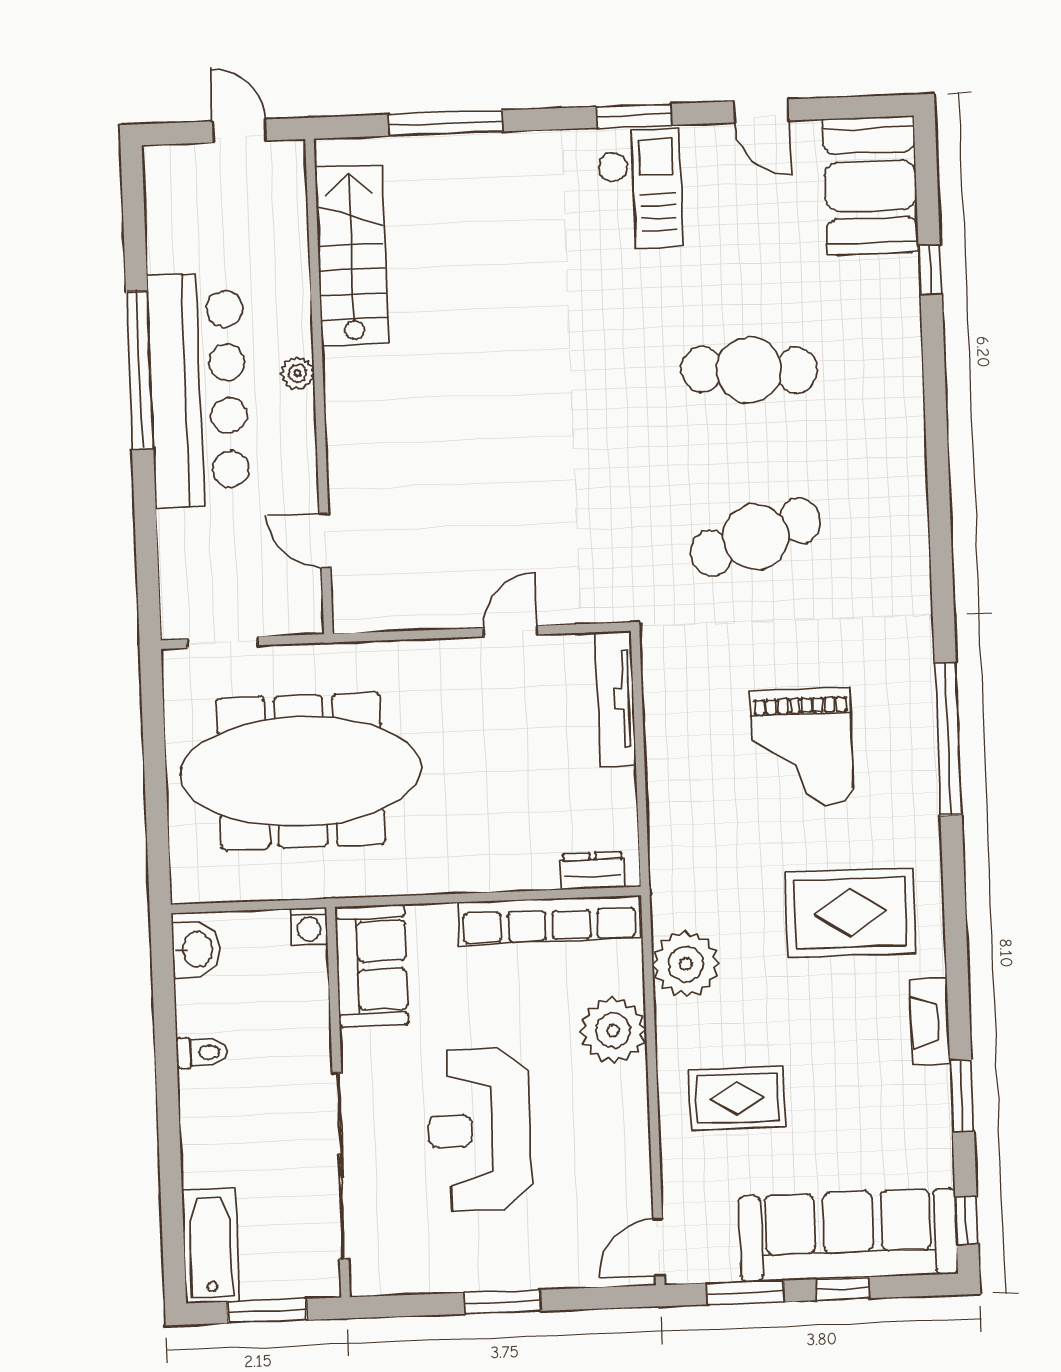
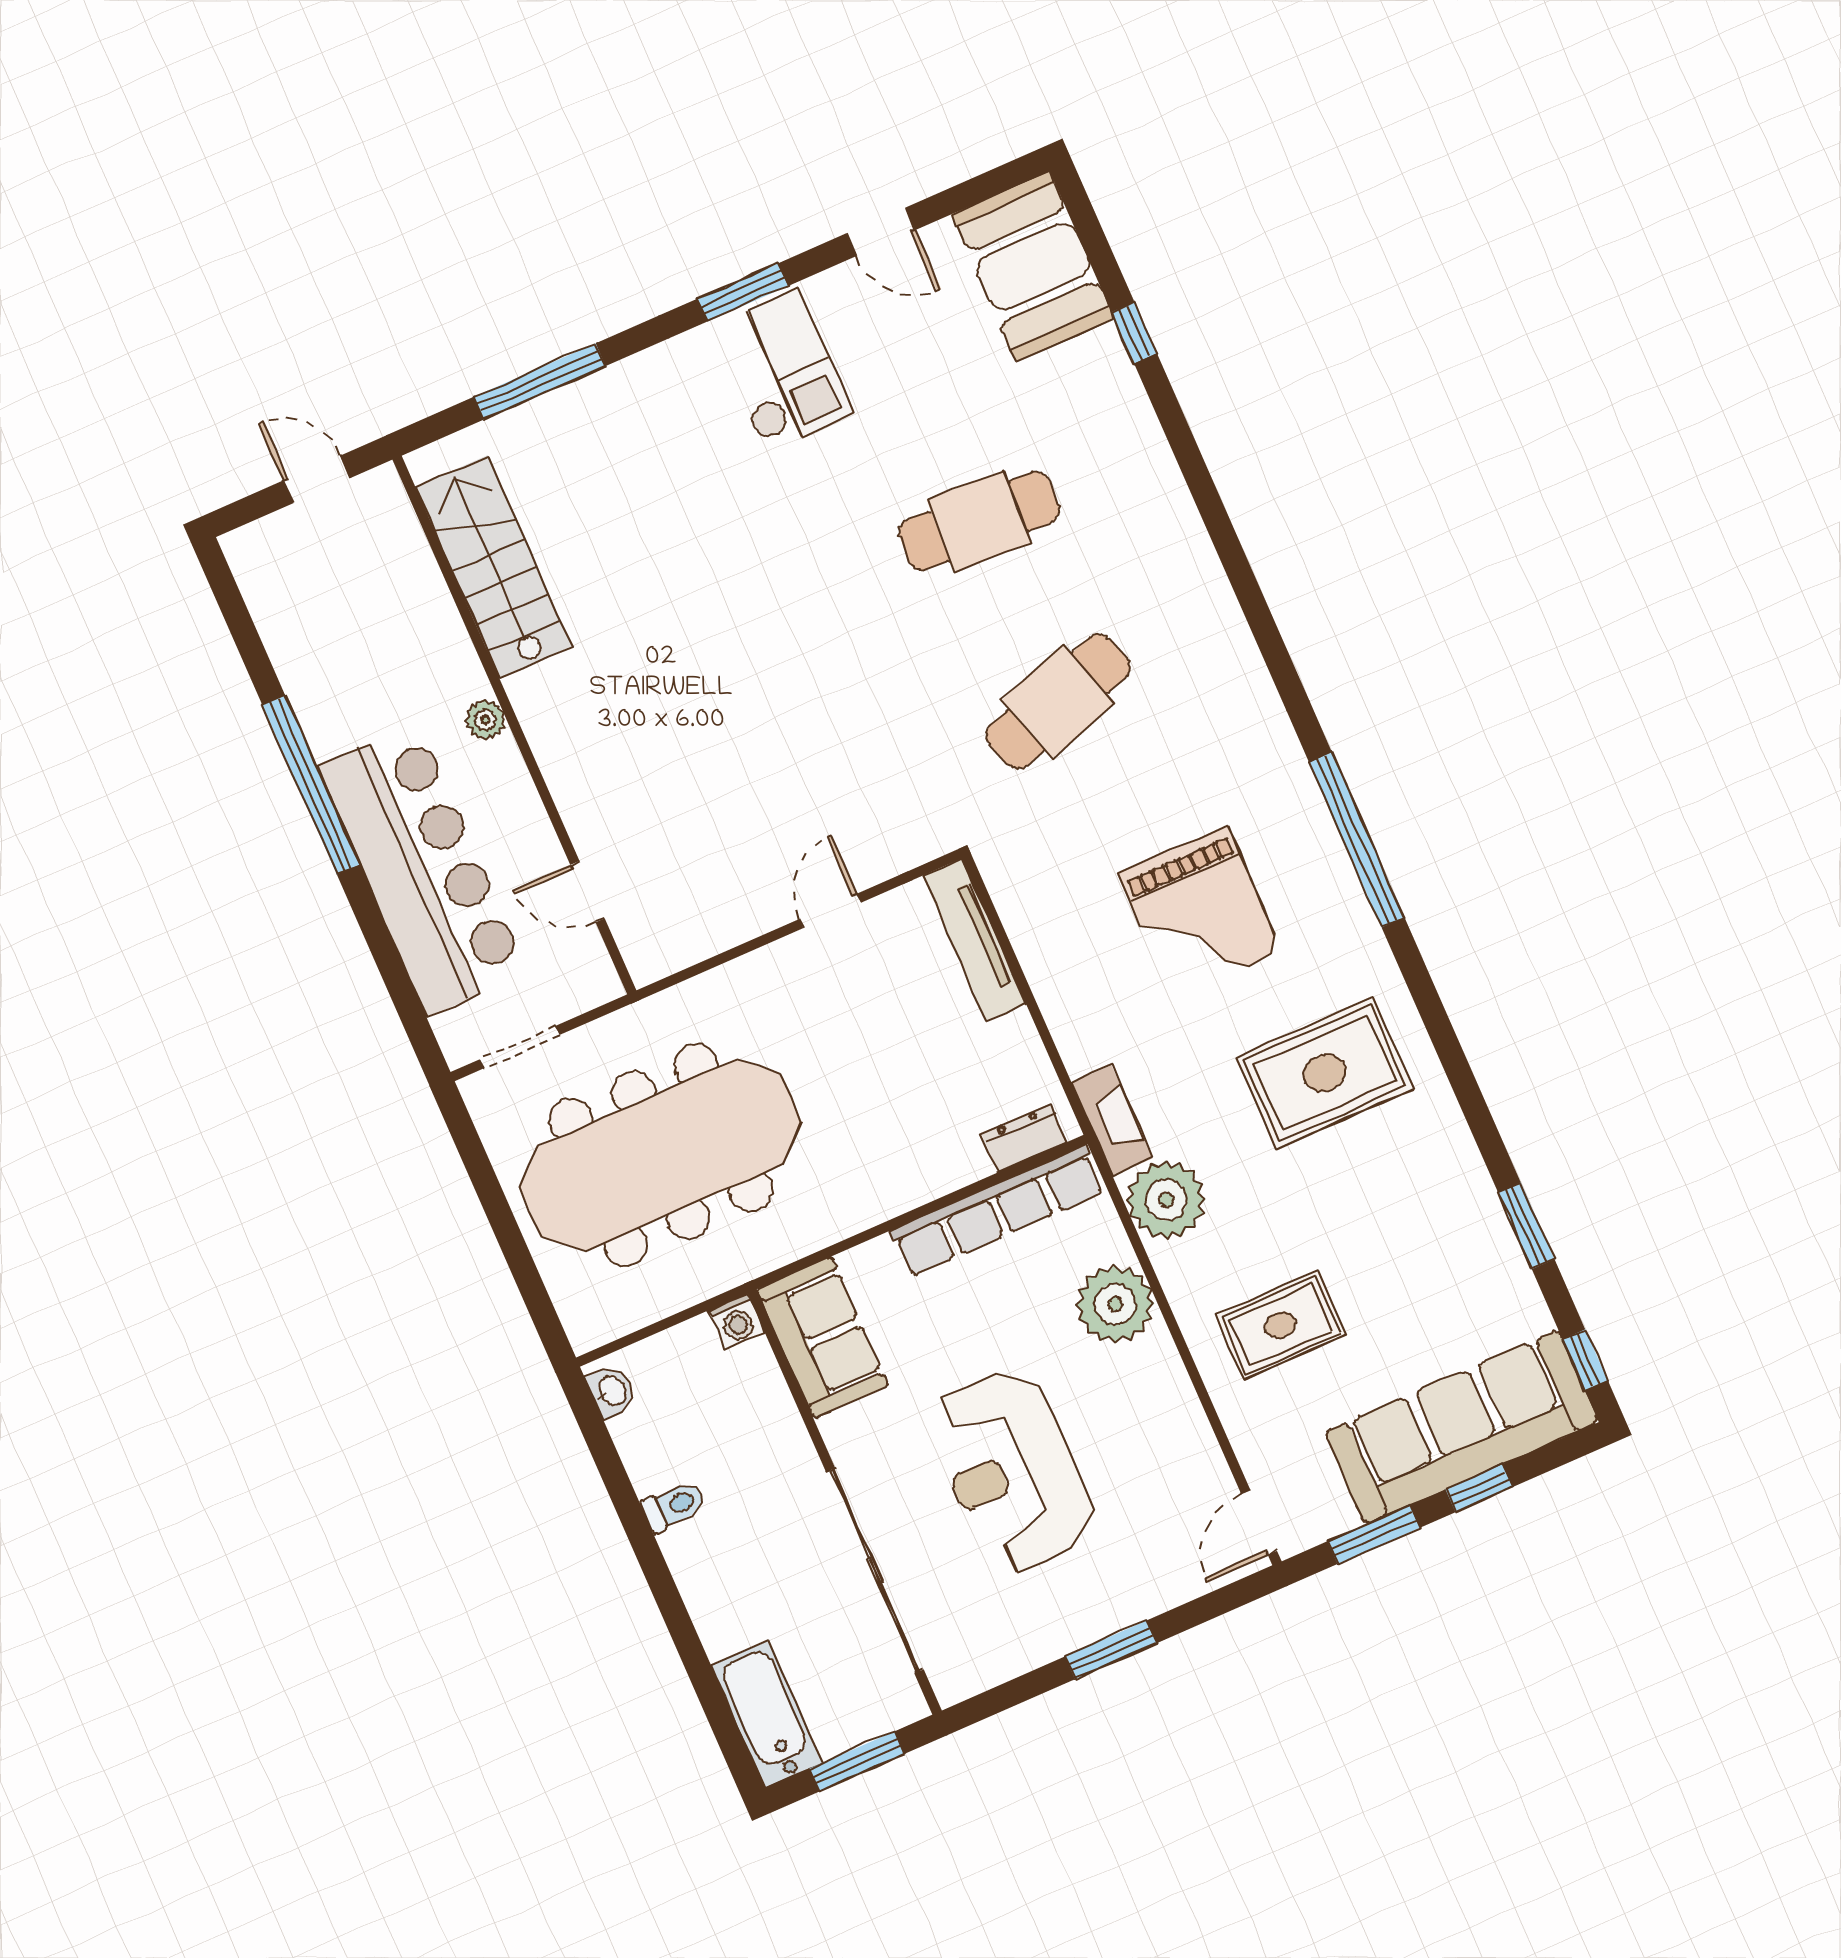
bar counter: (198, 390) -> (423, 870), moved
washbasin: (196, 950) -> (611, 1391), width x0.72, depth x0.69
fireplace: (930, 1022) -> (1112, 1121), moved, turned 180

